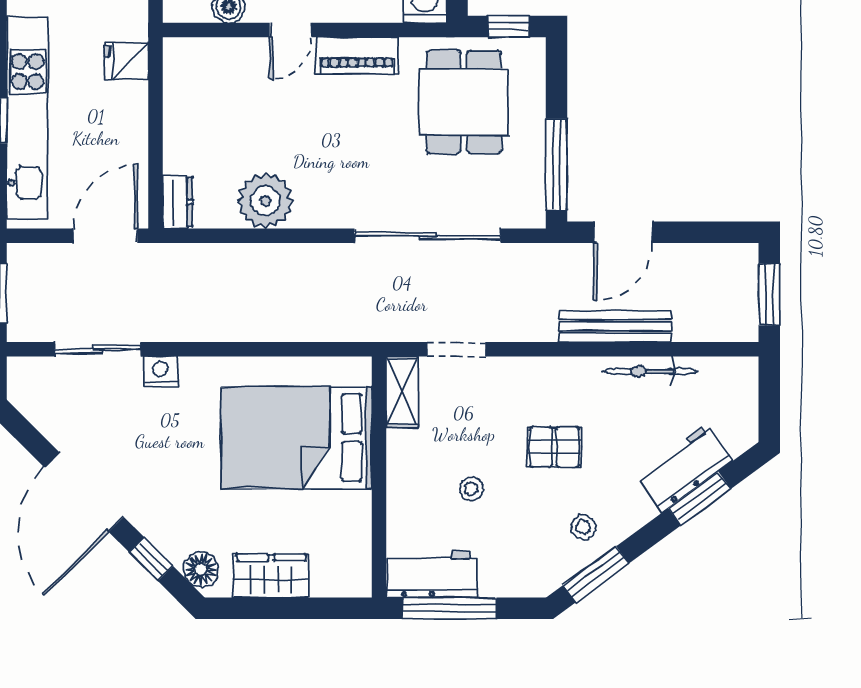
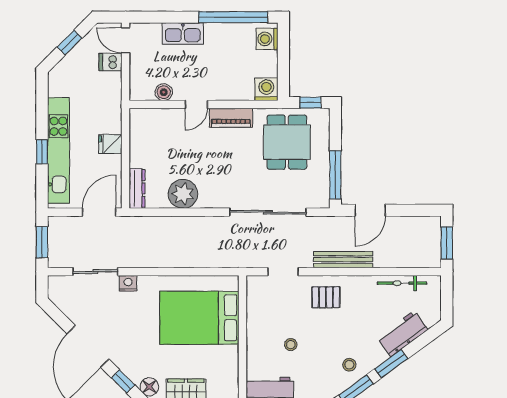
fridge: (126, 61) -> (110, 144), moved
dresser: (178, 202) -> (137, 188), width x1.44
bench: (615, 326) -> (343, 260), moved
bicycle: (650, 371) -> (402, 283), moved
shelving: (402, 392) -> (255, 294), removed
pallet: (554, 447) -> (326, 297), moved
window: (700, 498) -> (391, 364), moved

